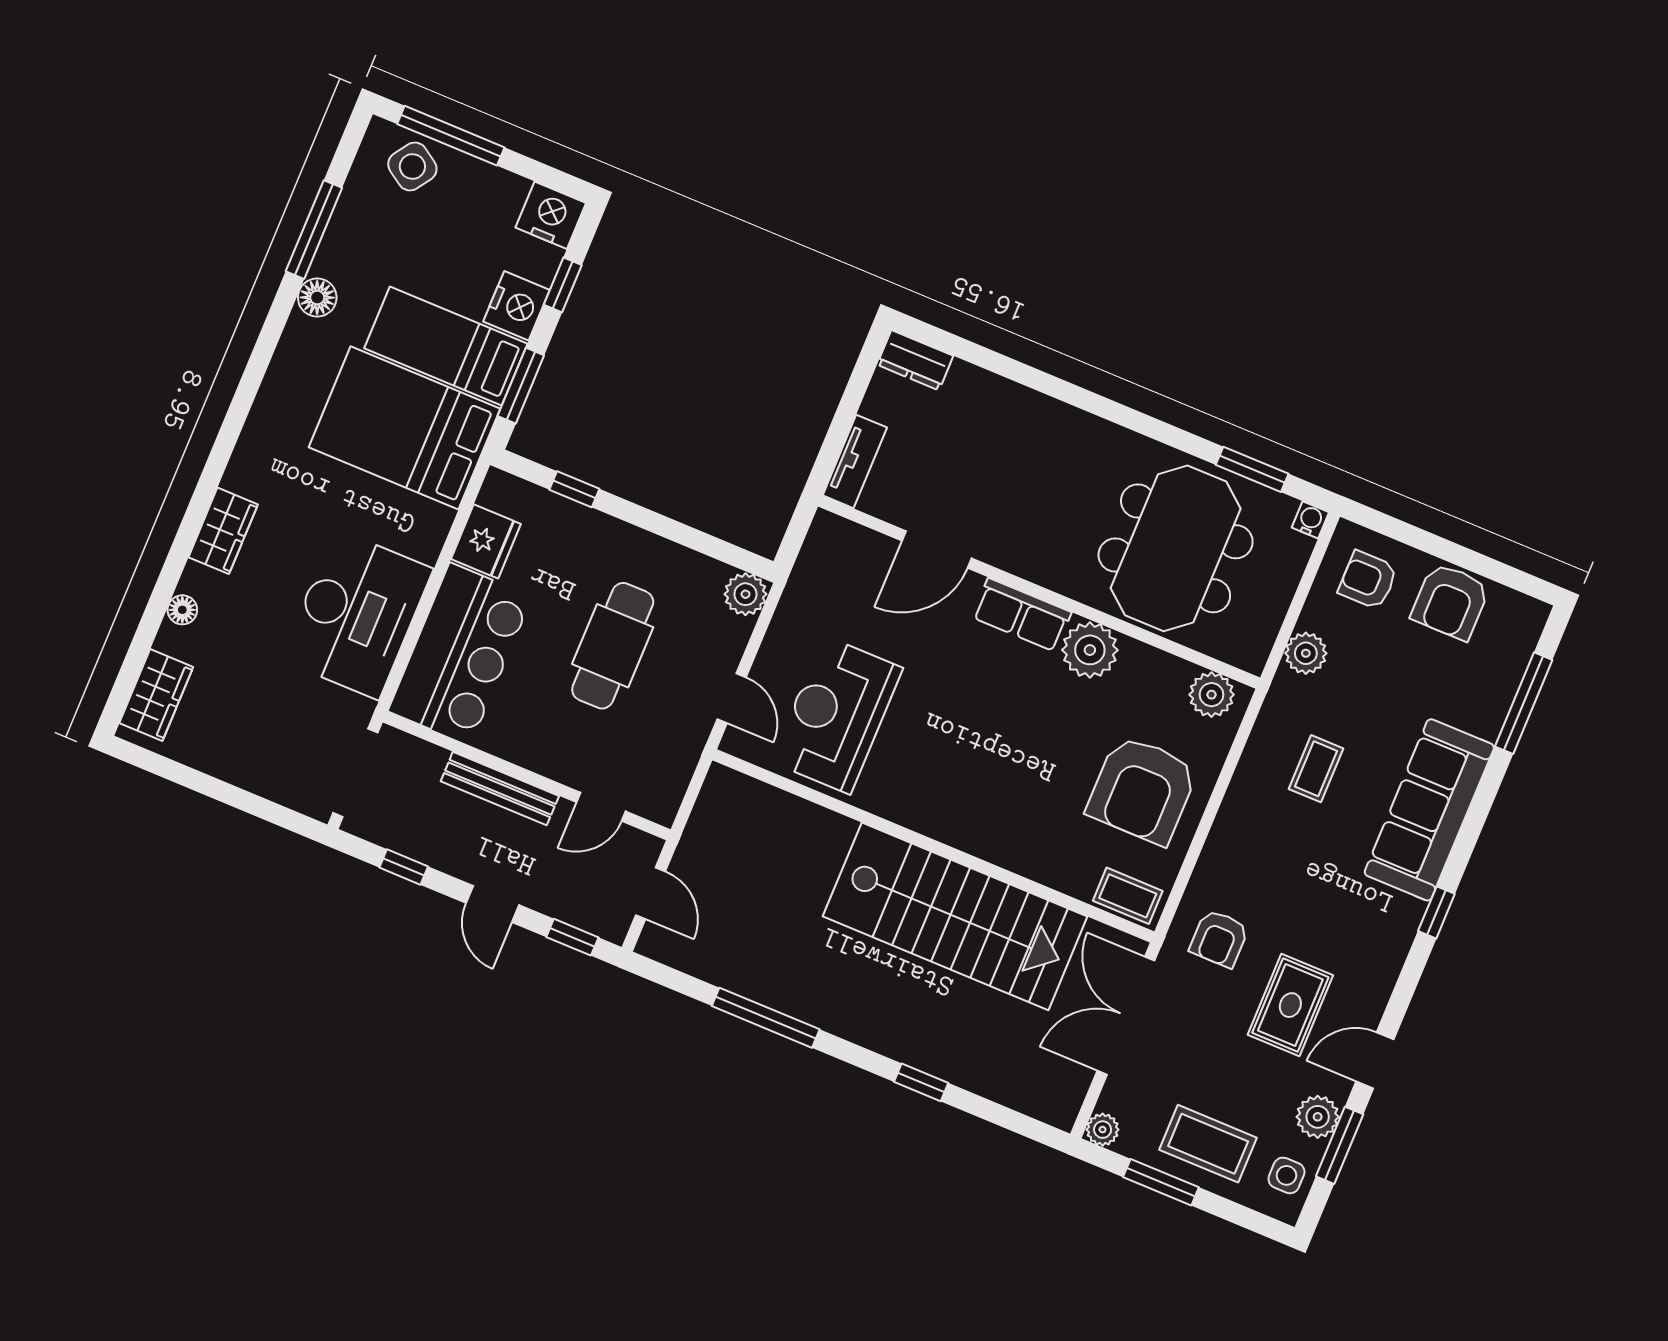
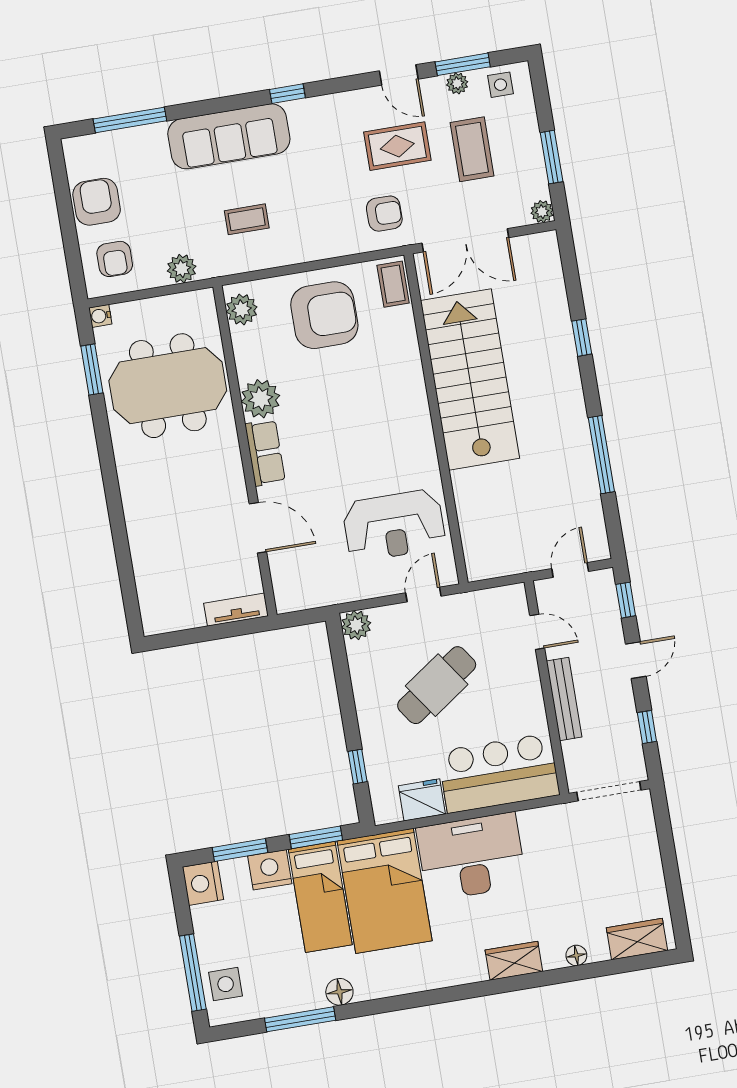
side table: (412, 167) -> (226, 984), turned -34
window: (563, 285) -> (240, 850), width x1.50
dresser: (915, 360) -> (153, 611), removed
armchair: (1450, 601) -> (97, 202), turned -90
desk: (357, 614) -> (471, 857), moved
cafe table: (613, 646) -> (437, 685), turned -35
plant: (1318, 1117) -> (457, 83), width x0.73, depth x0.73
coffee table: (1208, 1144) -> (472, 149), moved

